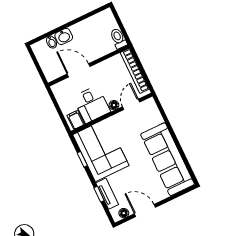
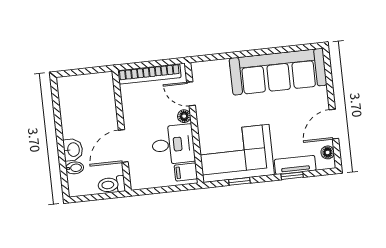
toilet: (118, 38) -> (111, 185), moved

